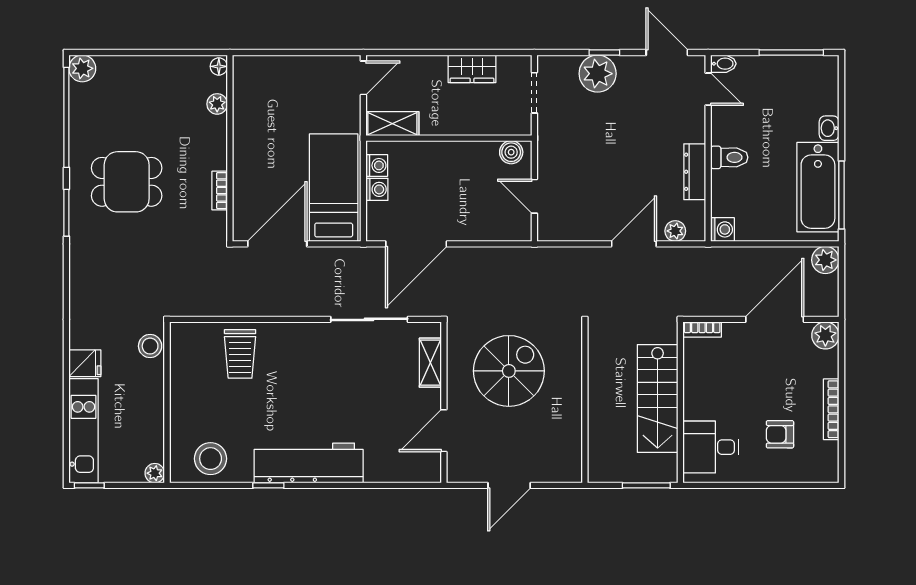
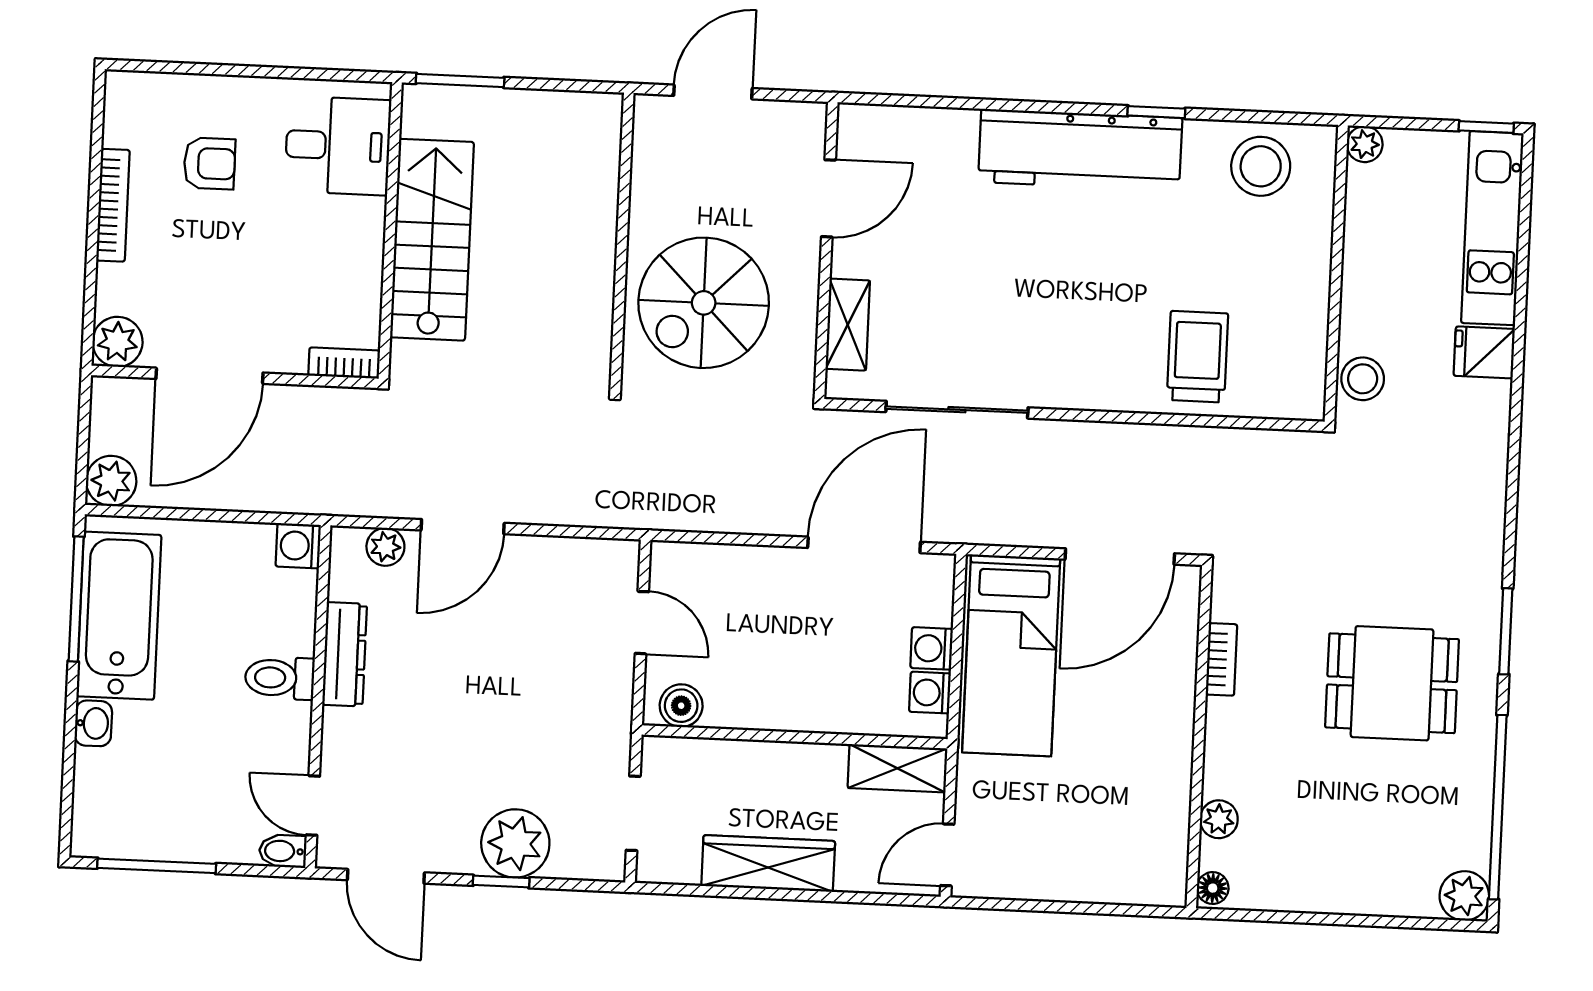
wardrobe: (472, 69) -> (768, 864), width x1.50
wall: (585, 402) -> (622, 241), moved

